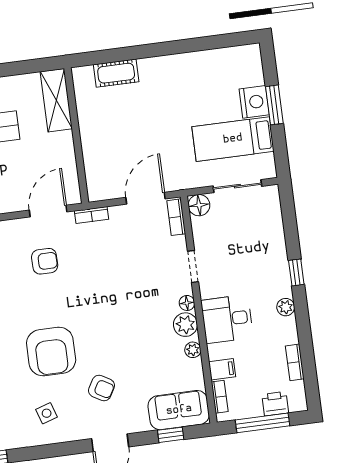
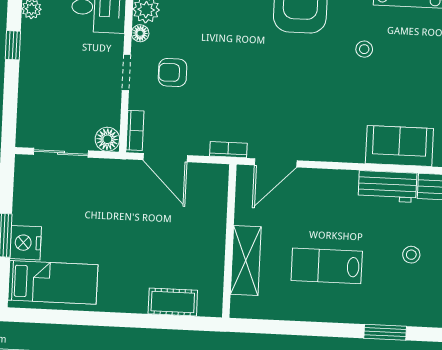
shelving: (56, 100) -> (246, 261), moved
bed: (233, 139) -> (53, 282), moved
door: (146, 198) -> (165, 158), hinge flipped
armchair: (45, 261) -> (173, 73), moved

